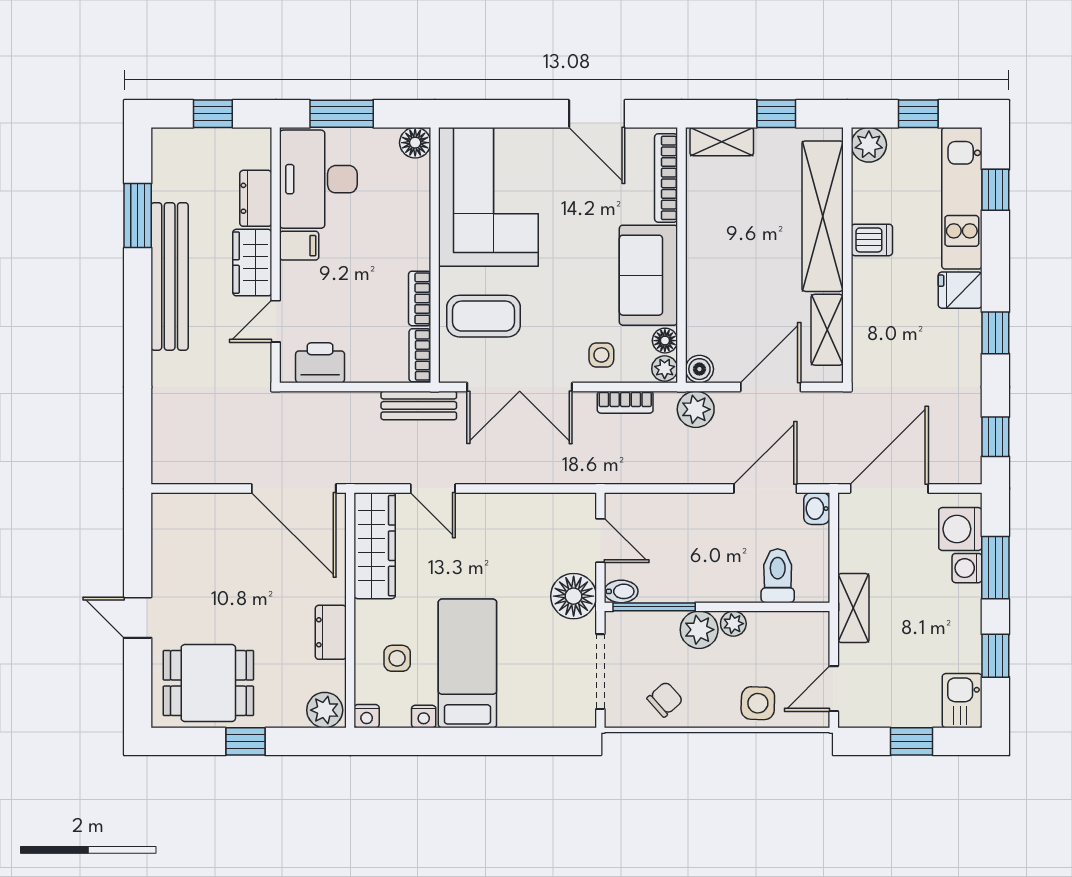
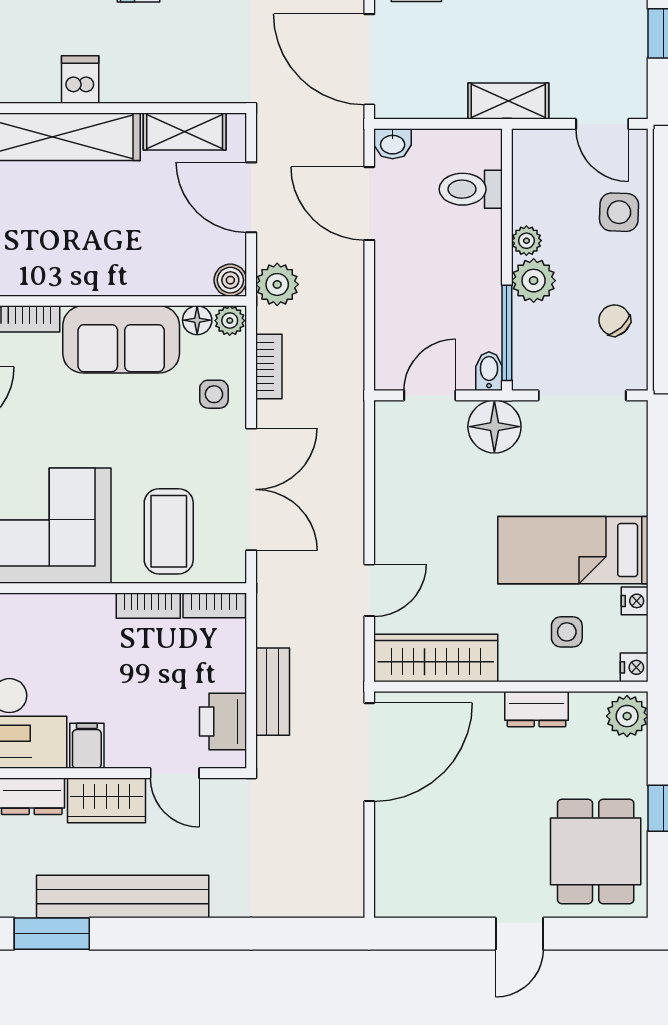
bench: (419, 405) -> (273, 692), moved

